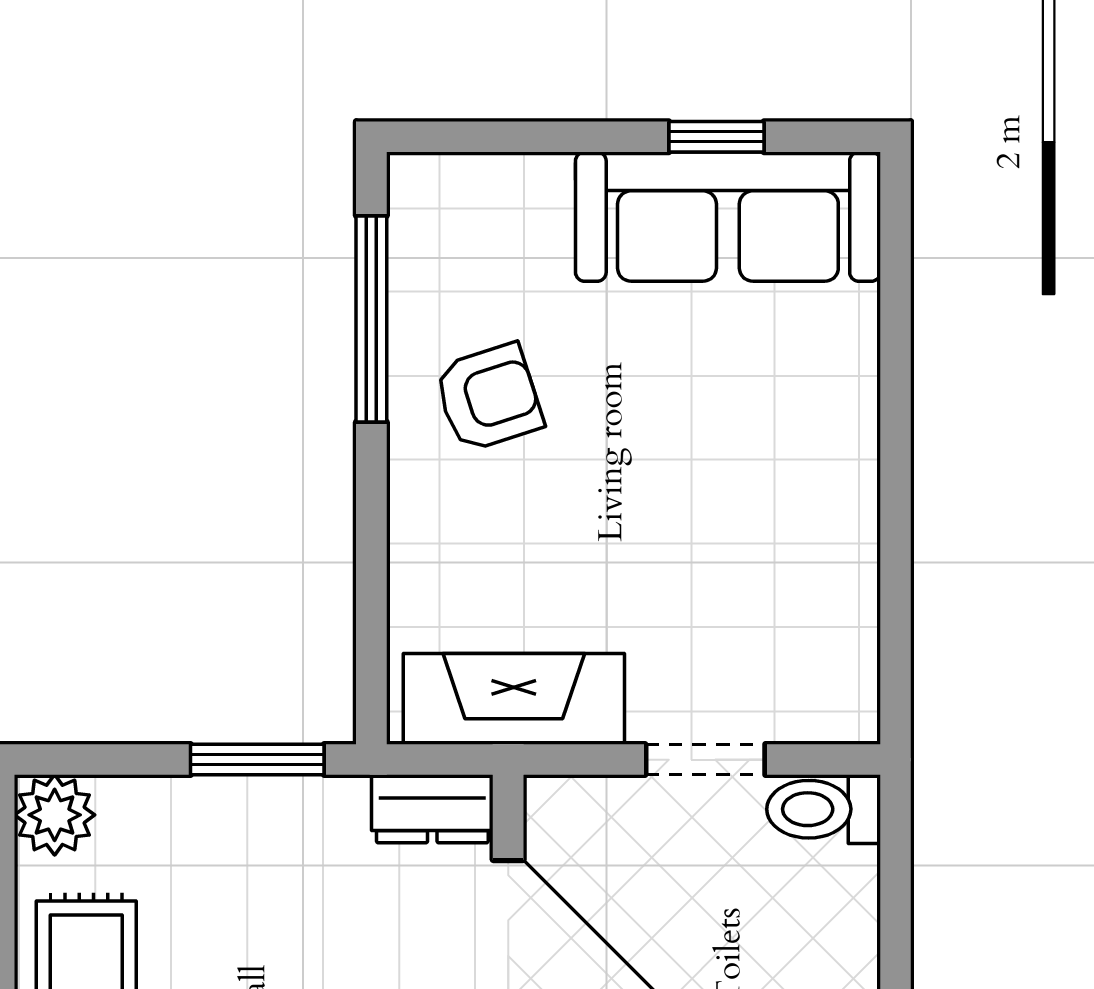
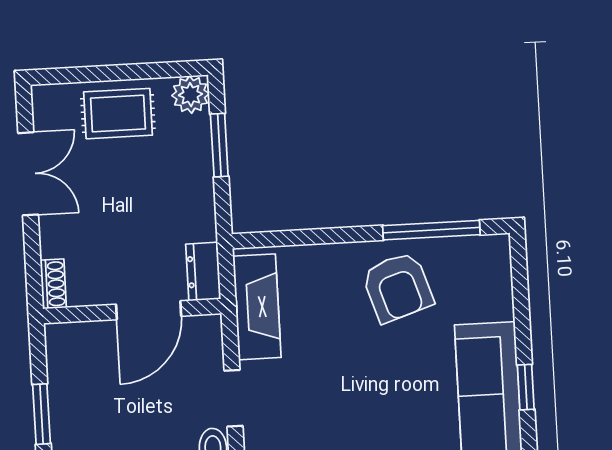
armchair: (489, 398) -> (398, 287), width x1.38, depth x1.38
window: (257, 760) -> (219, 145), moved

